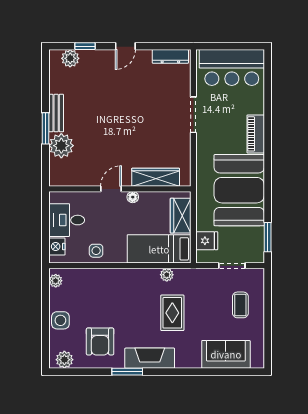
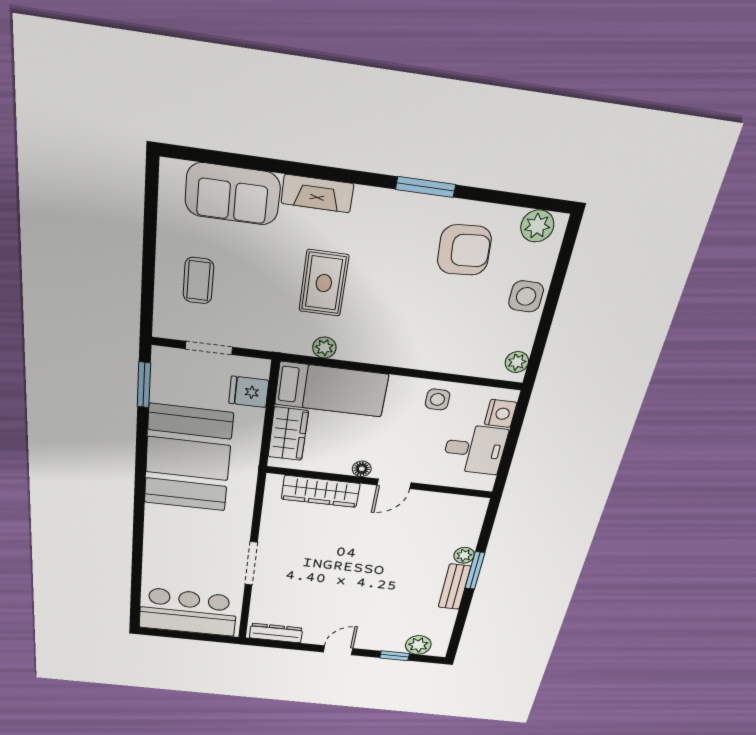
piano: (256, 134) -> (157, 530), removed
plant: (61, 146) -> (464, 555), width x0.53, depth x0.53
armchair: (100, 341) -> (464, 250), turned 86
fireplace: (150, 358) -> (317, 194), moved, width x0.73, depth x0.76

